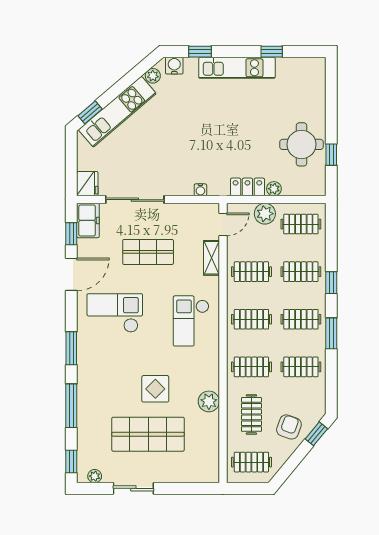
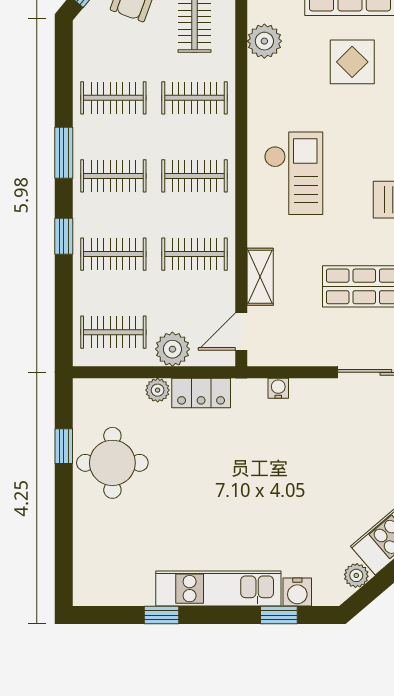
water cooler: (174, 66) -> (297, 592), moved

